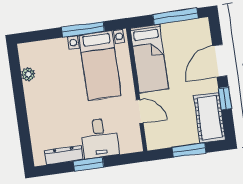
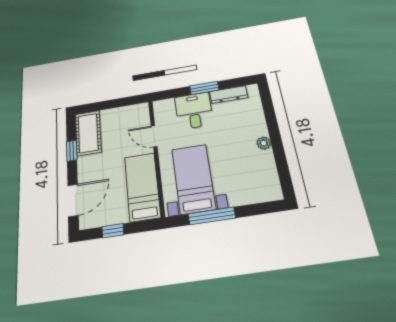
window: (175, 16) -> (113, 231), width x0.46
door: (220, 61) -> (73, 200), moved
plant: (28, 74) -> (264, 143), moved
window: (189, 150) -> (110, 104), removed

